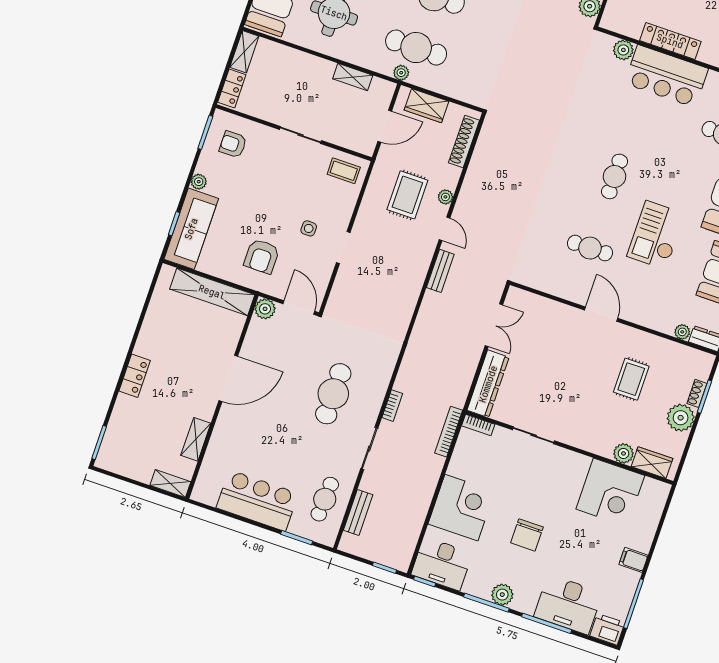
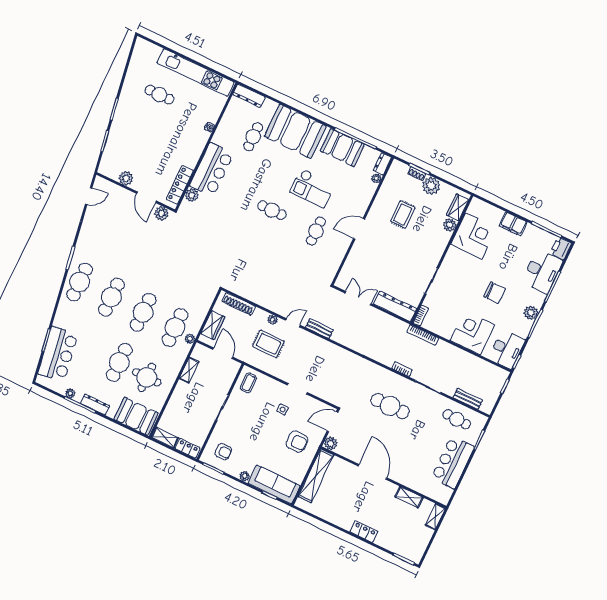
locker: (670, 41) -> (180, 185), moved
armchair: (233, 144) -> (223, 452), turned -90
rug: (631, 379) -> (403, 214), turned 90
filing cabinet: (633, 560) -> (513, 224), width x2.00

